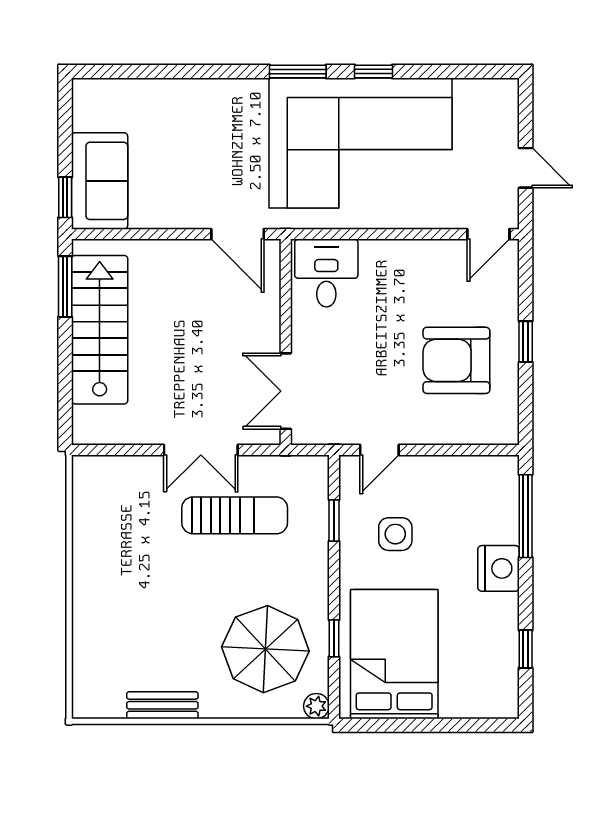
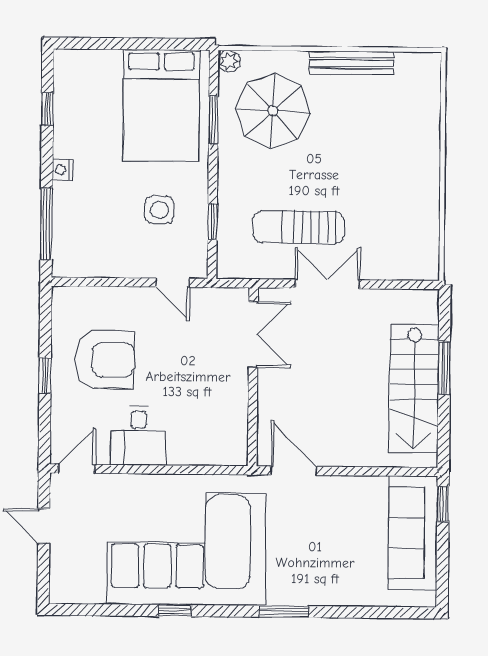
window: (298, 72) -> (284, 612), moved
sofa: (100, 181) -> (413, 533), width x1.36
desk: (326, 273) -> (138, 436), moved
window: (65, 287) -> (444, 368), moved
door: (379, 450) -> (173, 283), swing flipped
nightstand: (499, 568) -> (62, 170), width x0.53, depth x0.56
window: (334, 638) -> (213, 120), width x1.50
bench: (162, 705) -> (351, 63), width x1.36

